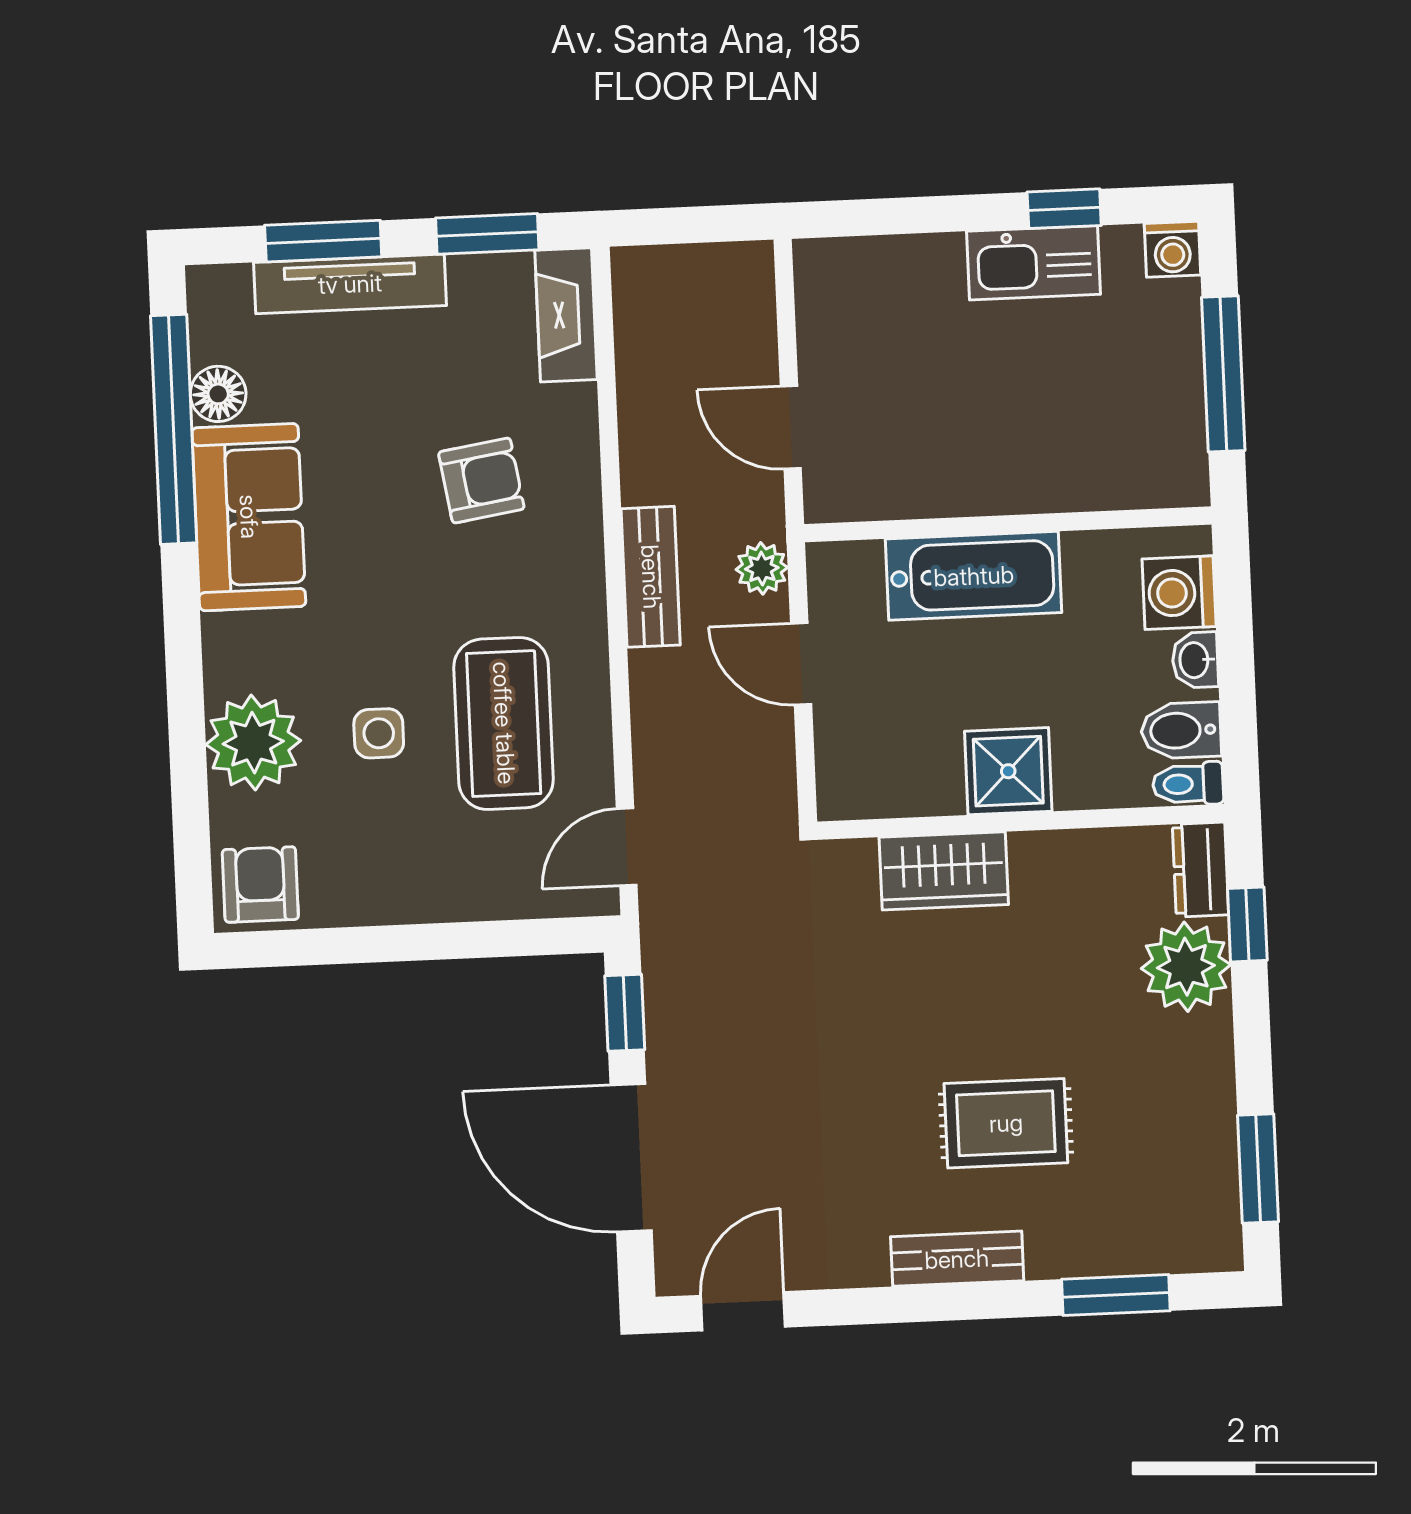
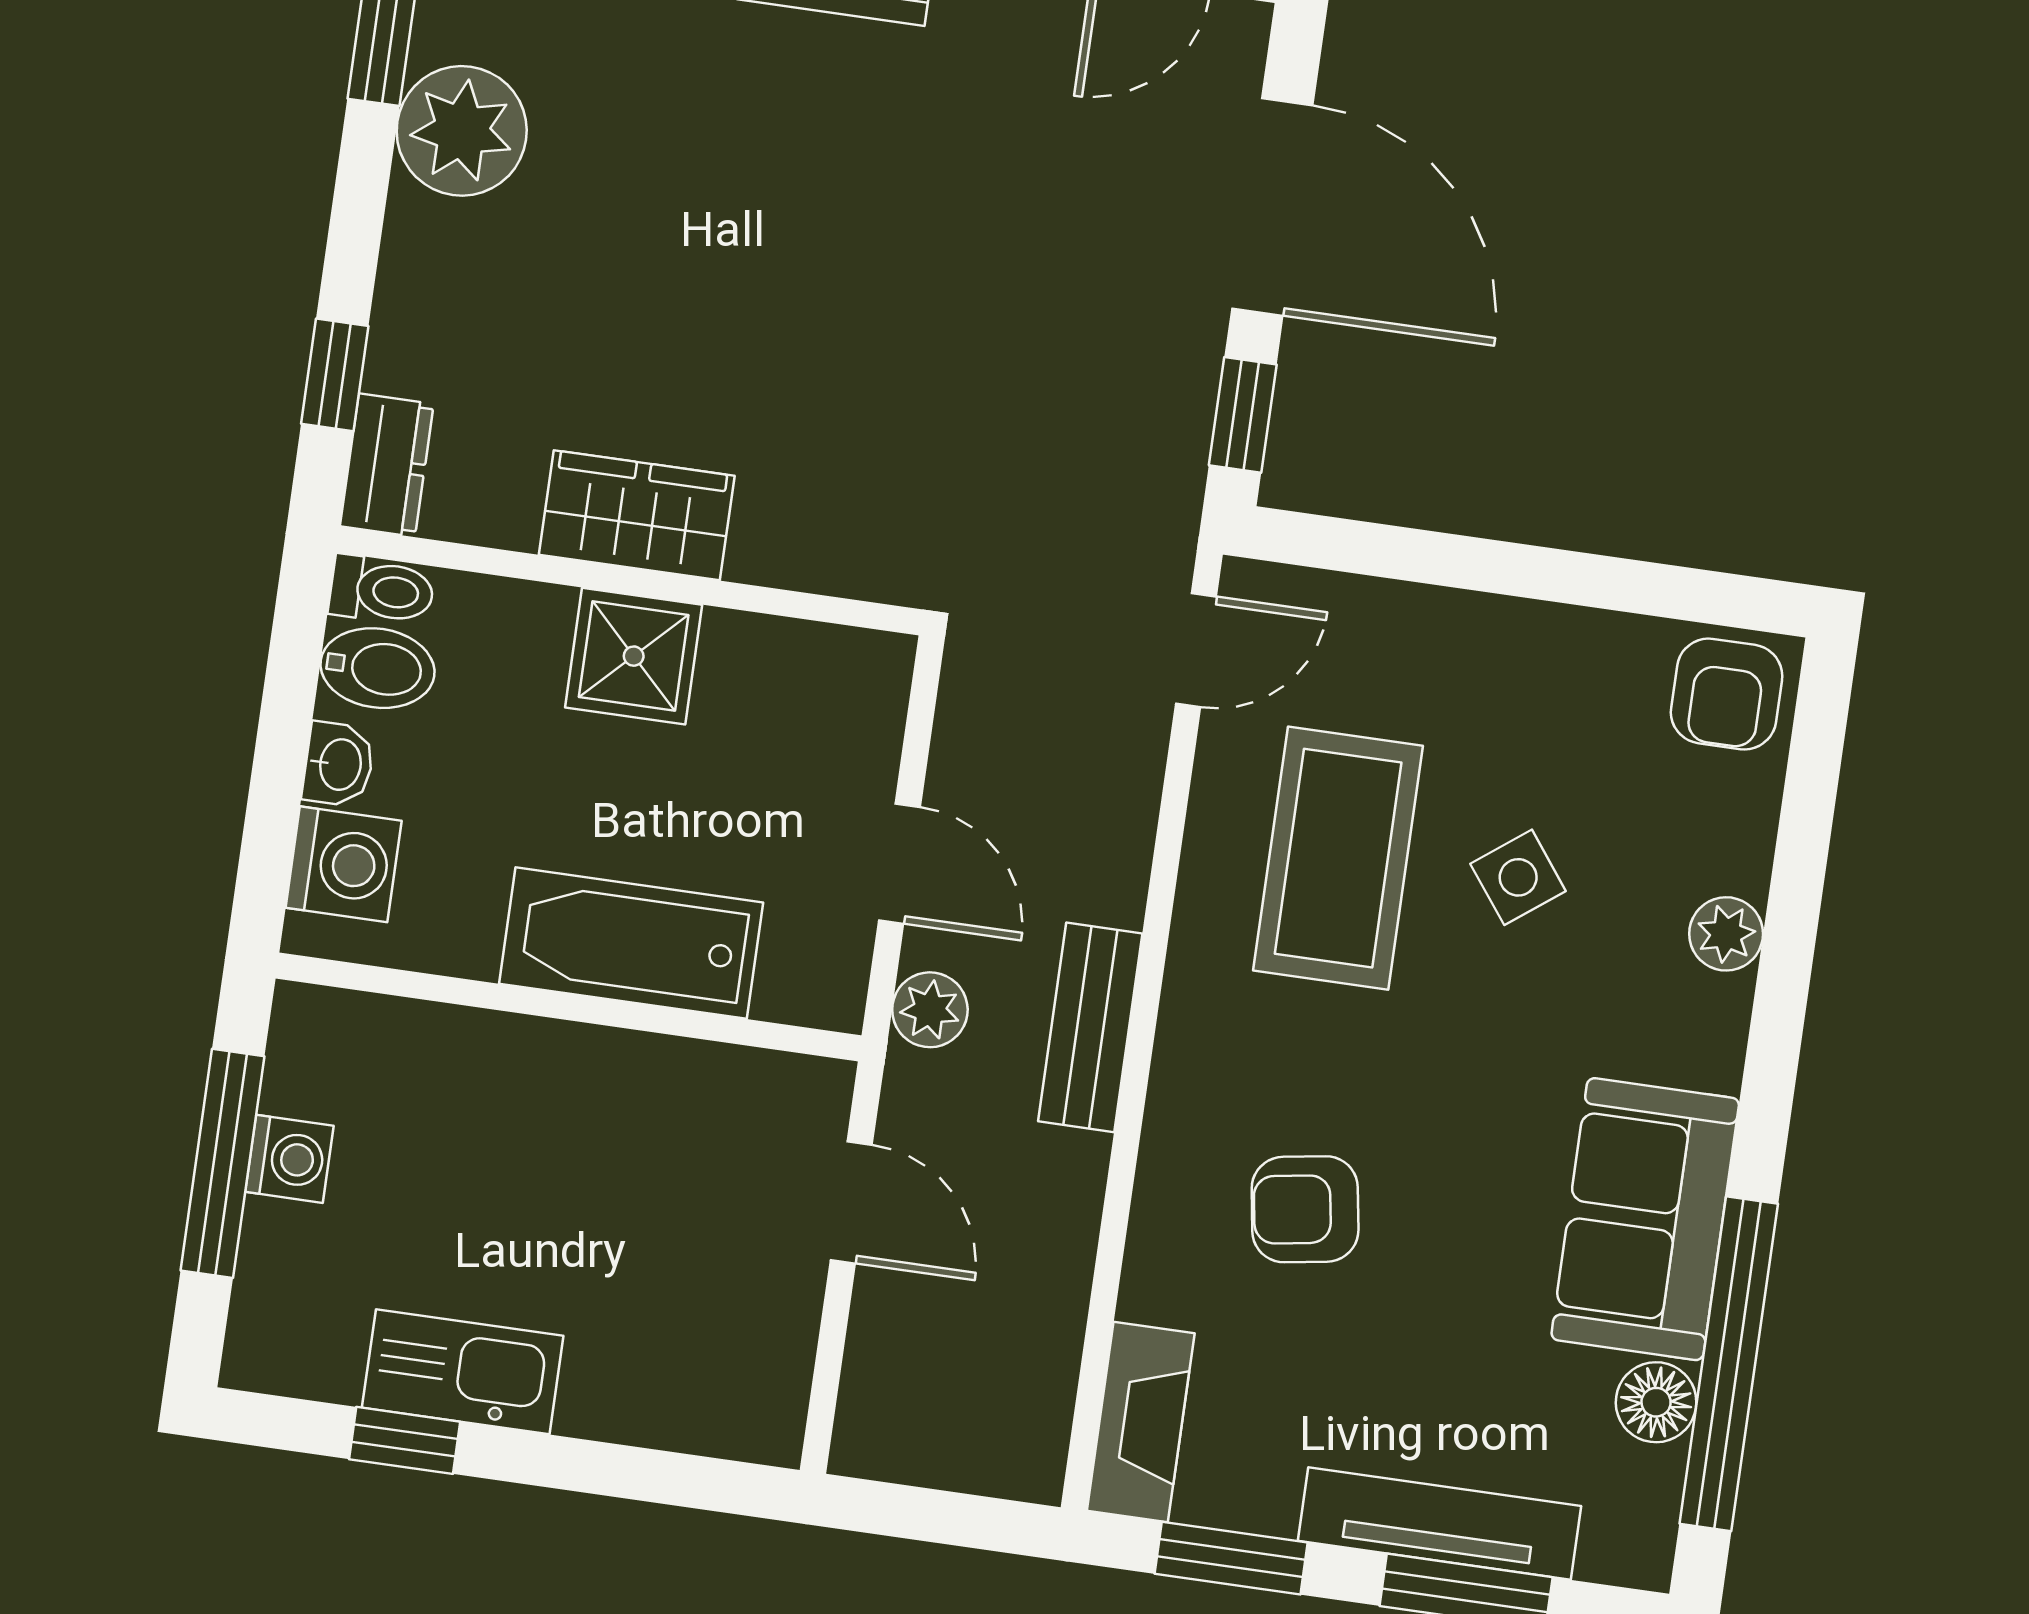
washing machine: (1173, 249) -> (289, 1159), moved, turned 90
side table: (379, 733) -> (1518, 877), turned -37
plant: (253, 743) -> (1726, 934), width x0.53, depth x0.53
wardrobe: (944, 871) -> (637, 515), moved
plant: (1186, 967) -> (462, 131), moved
rug: (1006, 1123) -> (731, 157), removed

